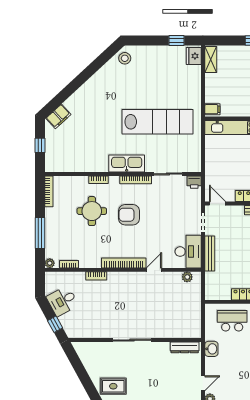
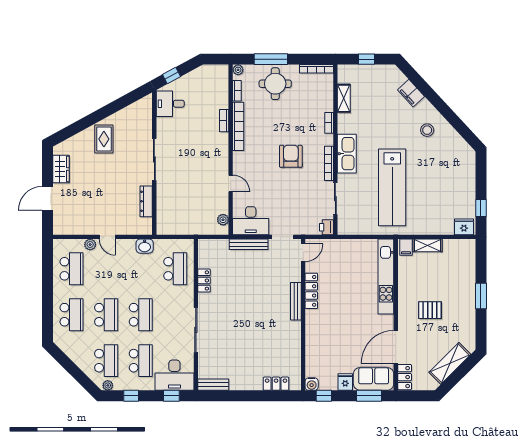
stool: (125, 58) -> (427, 130), moved
shelving: (211, 59) -> (428, 245), moved
filing cabinet: (58, 116) -> (411, 93), moved
shelving: (76, 166) -> (344, 98), added
round table: (92, 211) -> (275, 84), moved
bookcase: (124, 263) -> (238, 126), moved
desk: (62, 301) -> (170, 104), moved, turned -61
dresser: (185, 347) -> (146, 201), moved

